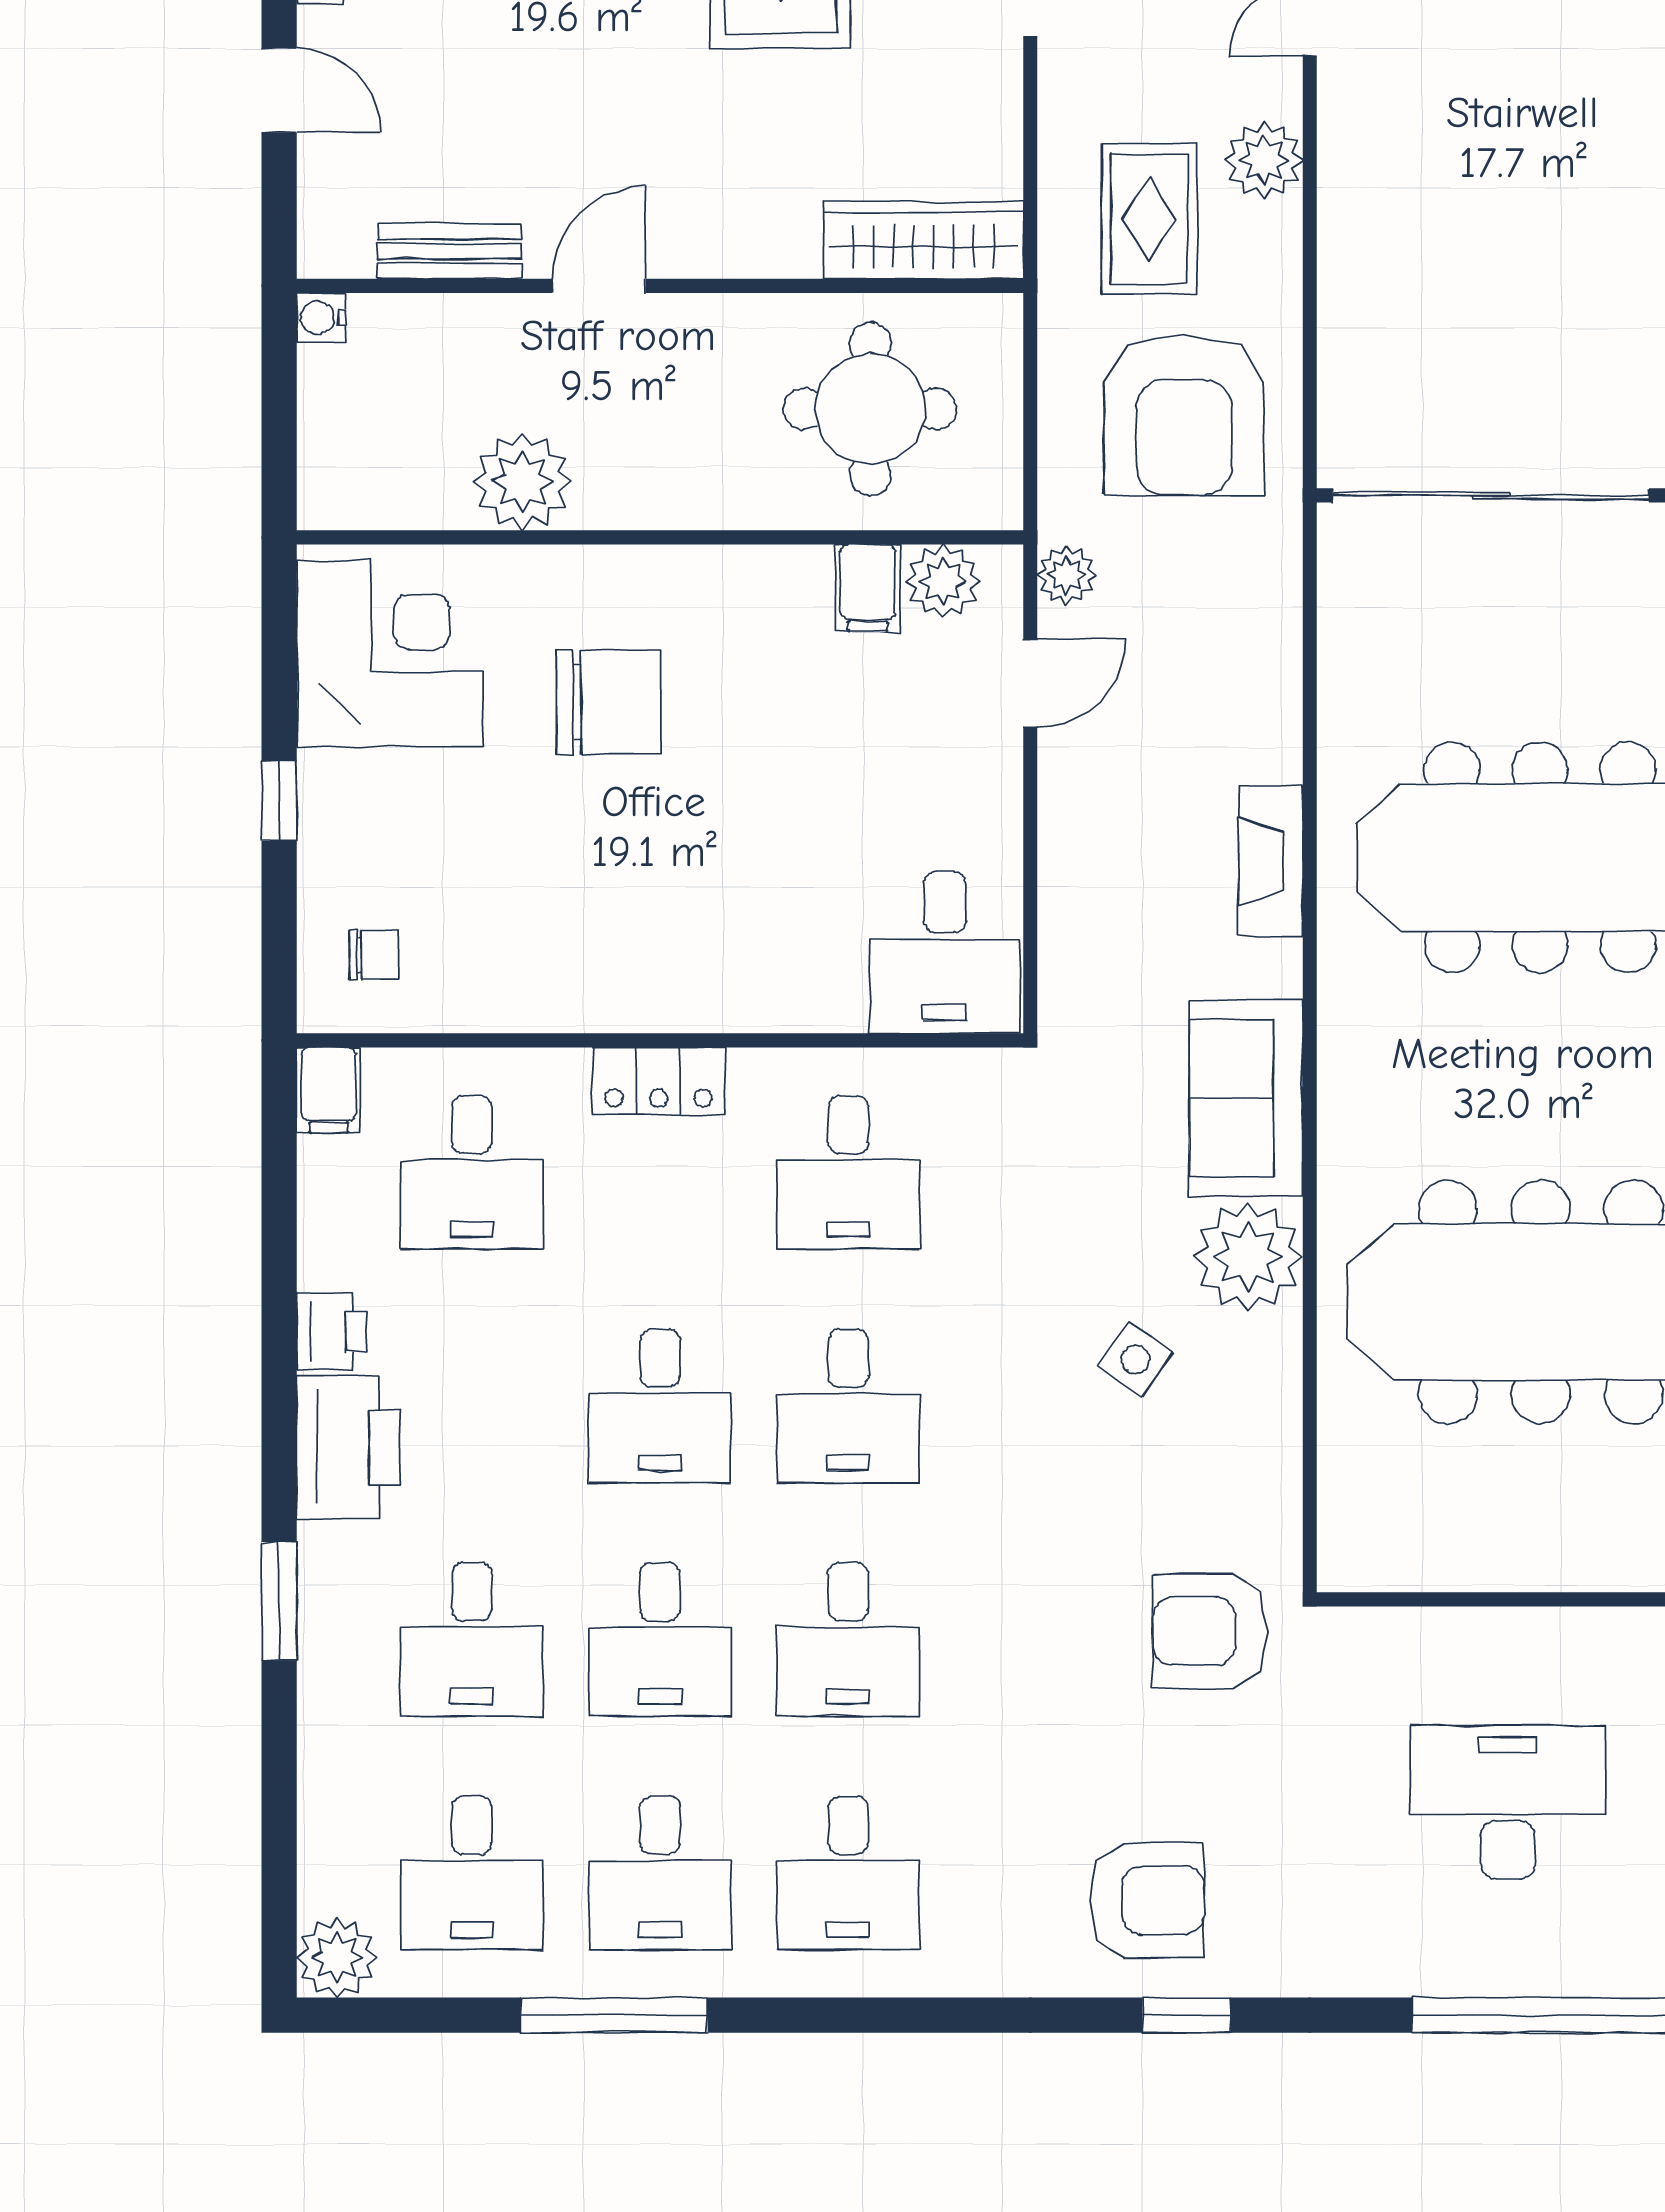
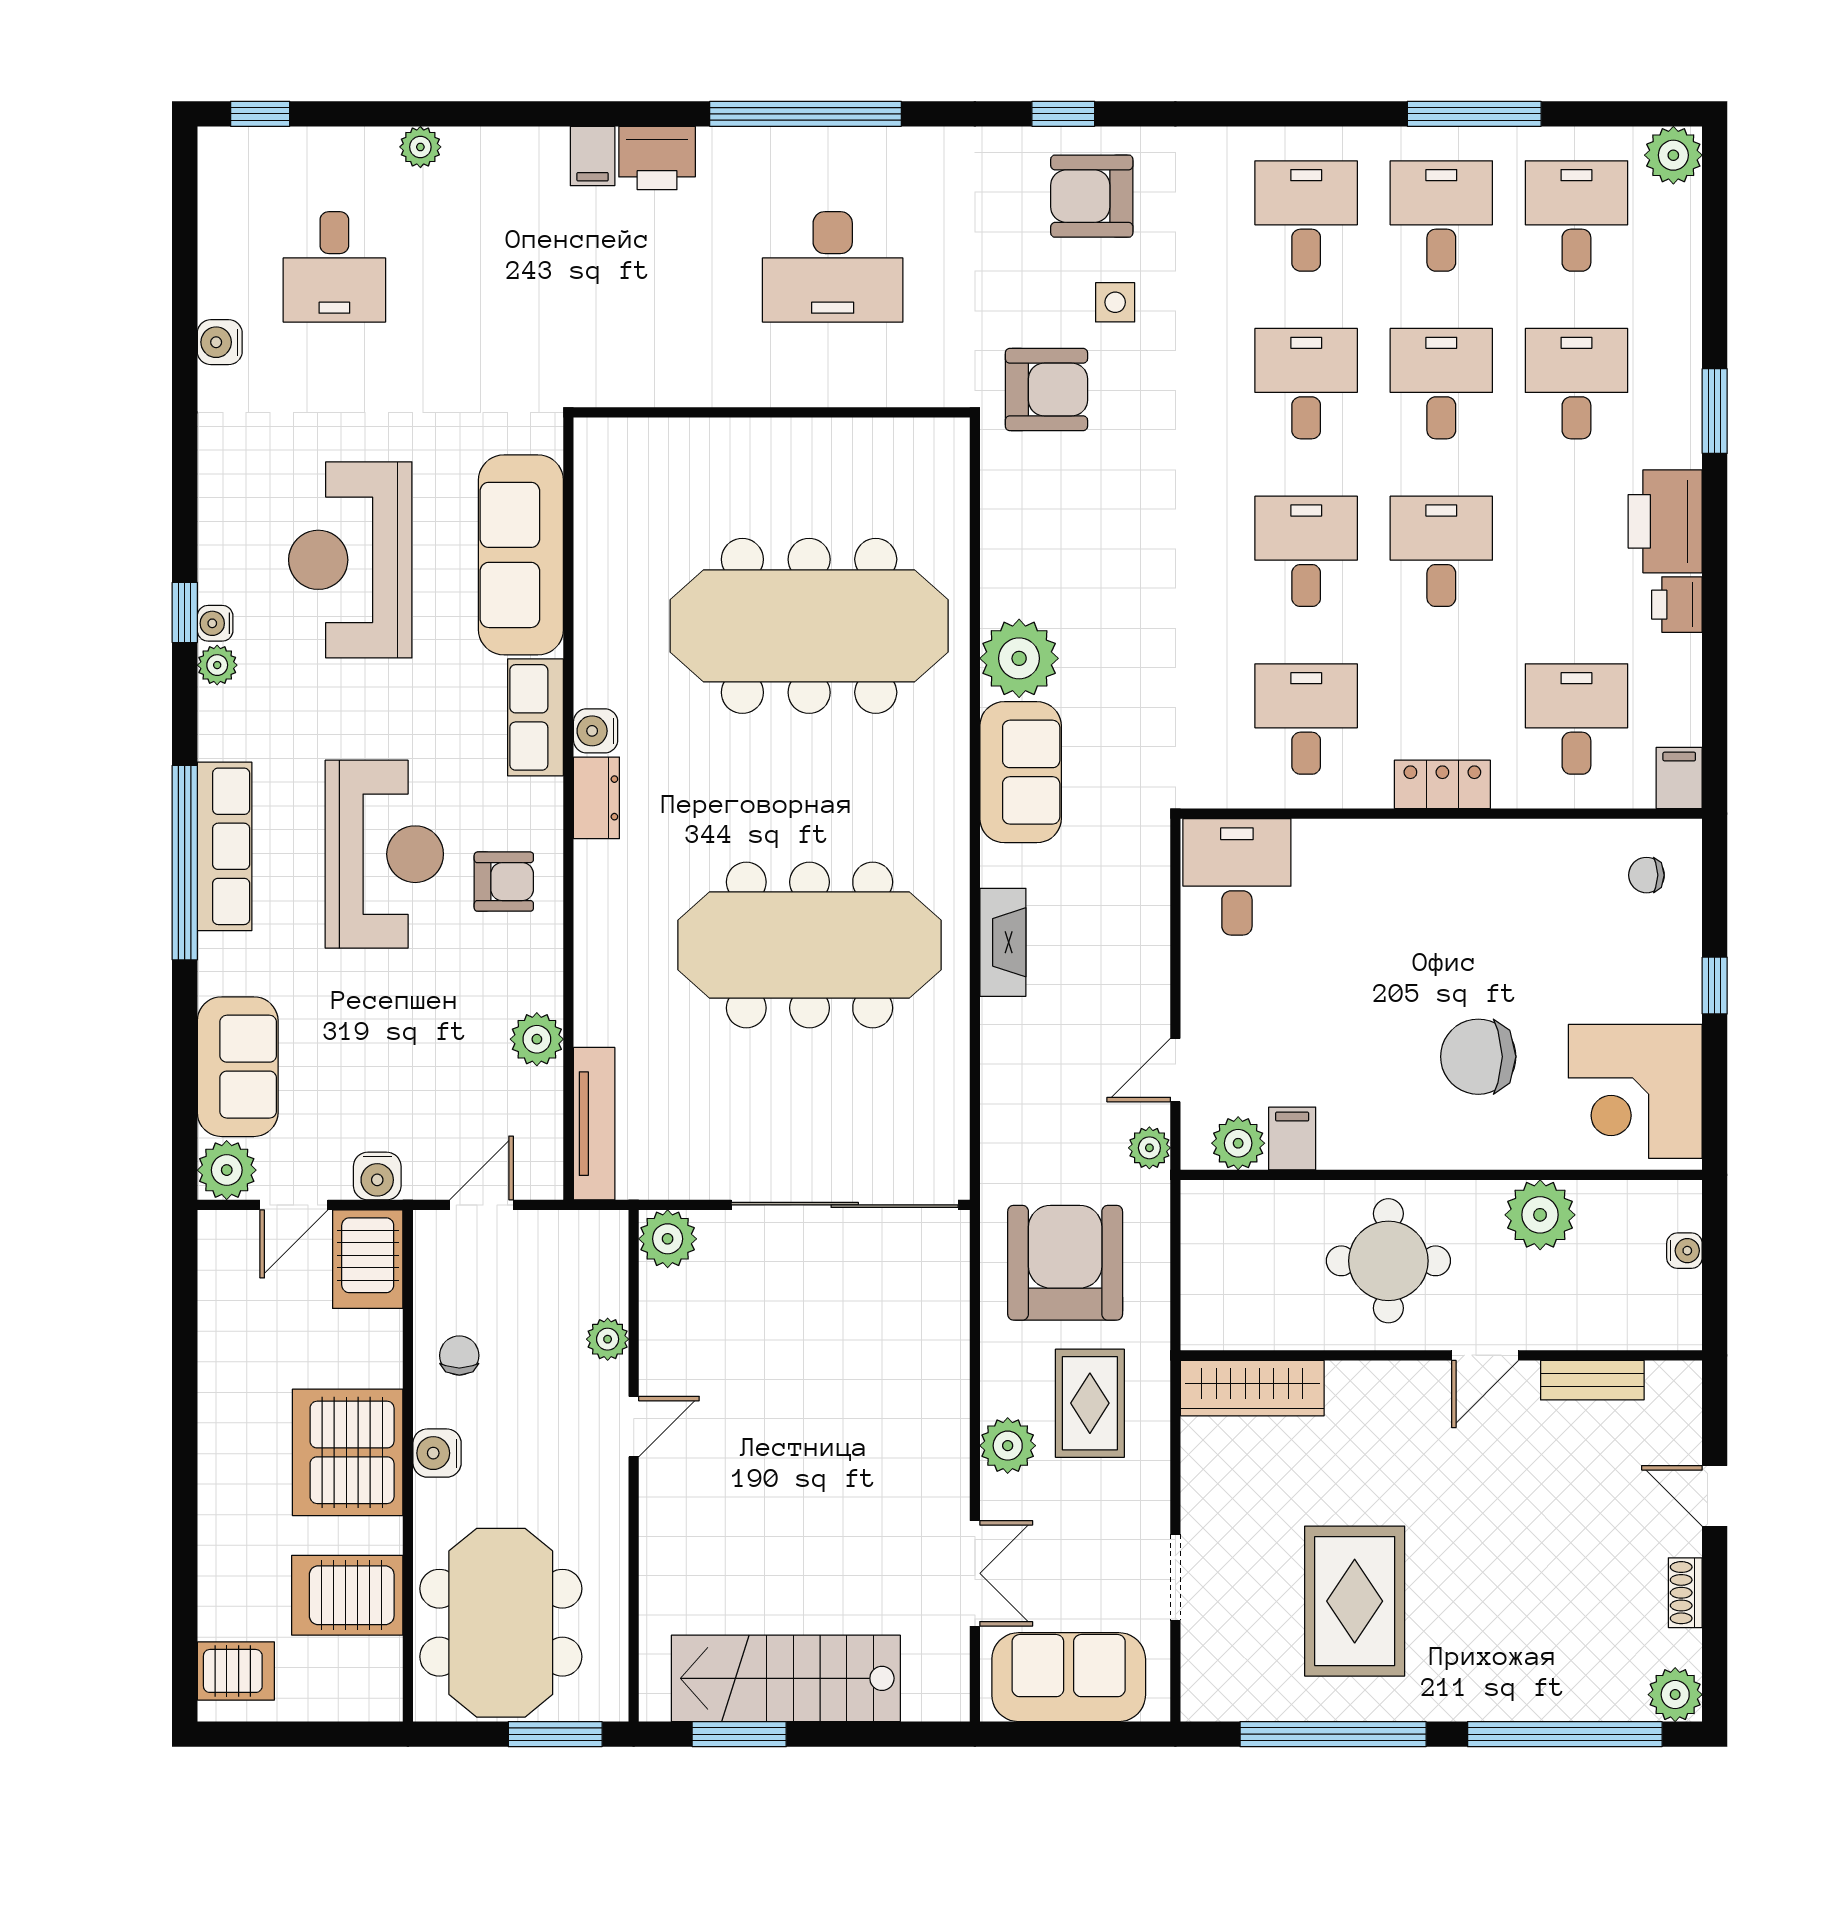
water cooler: (321, 318) -> (1684, 1251), moved
round table: (870, 409) -> (1388, 1261), moved
side table: (1135, 1360) -> (1115, 302), moved, turned -35

